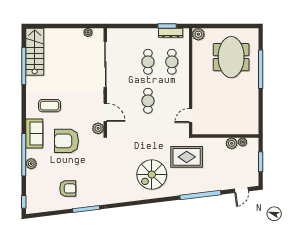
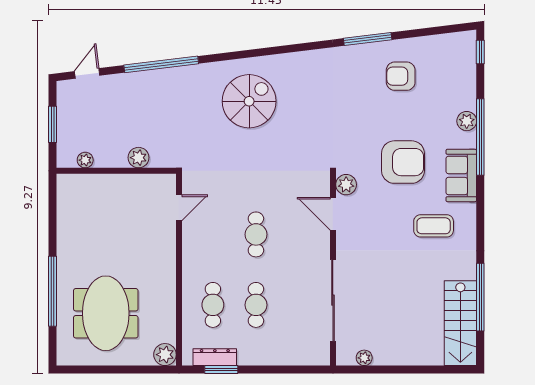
plant: (232, 143) -> (139, 158), moved
rug: (187, 157) -> (186, 133), removed

